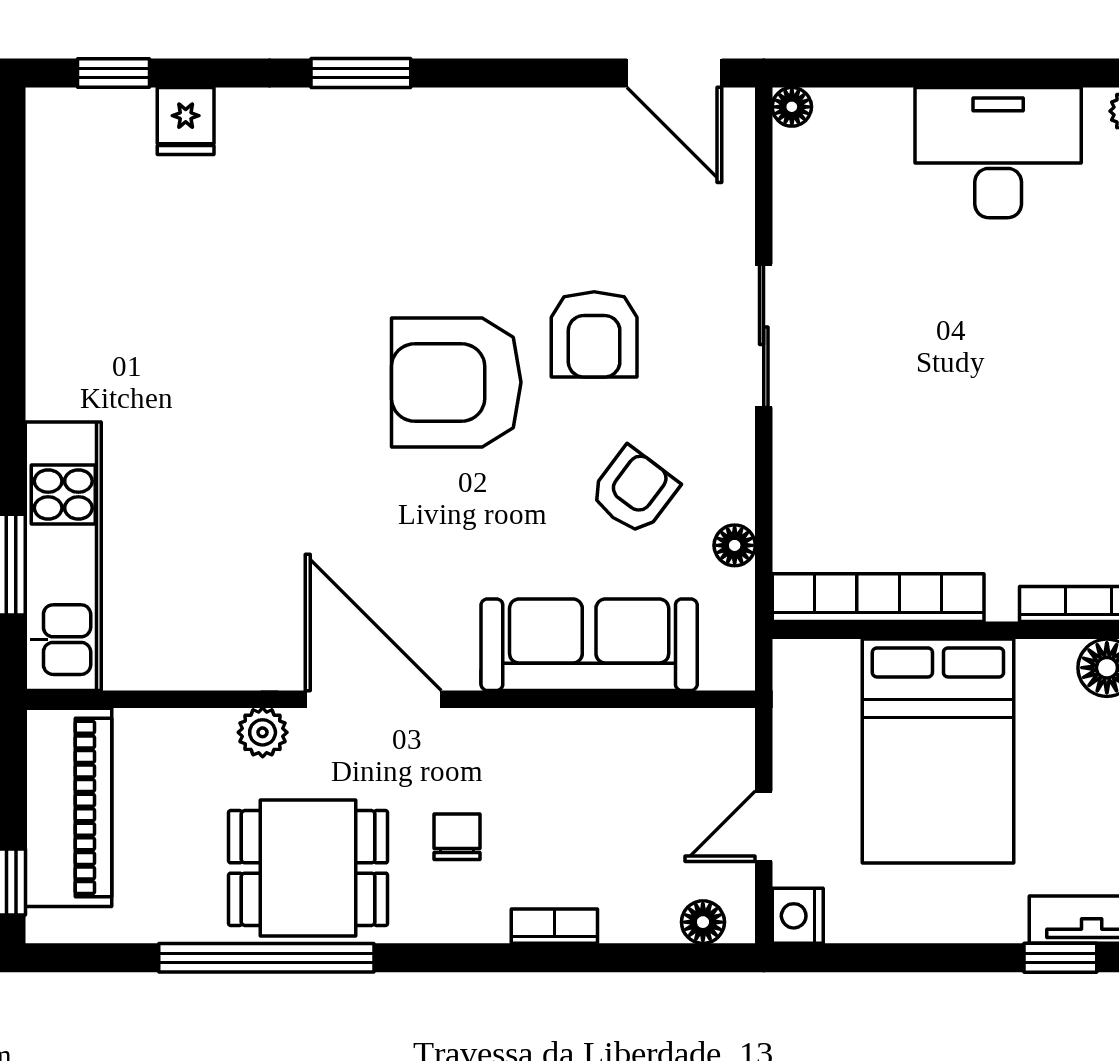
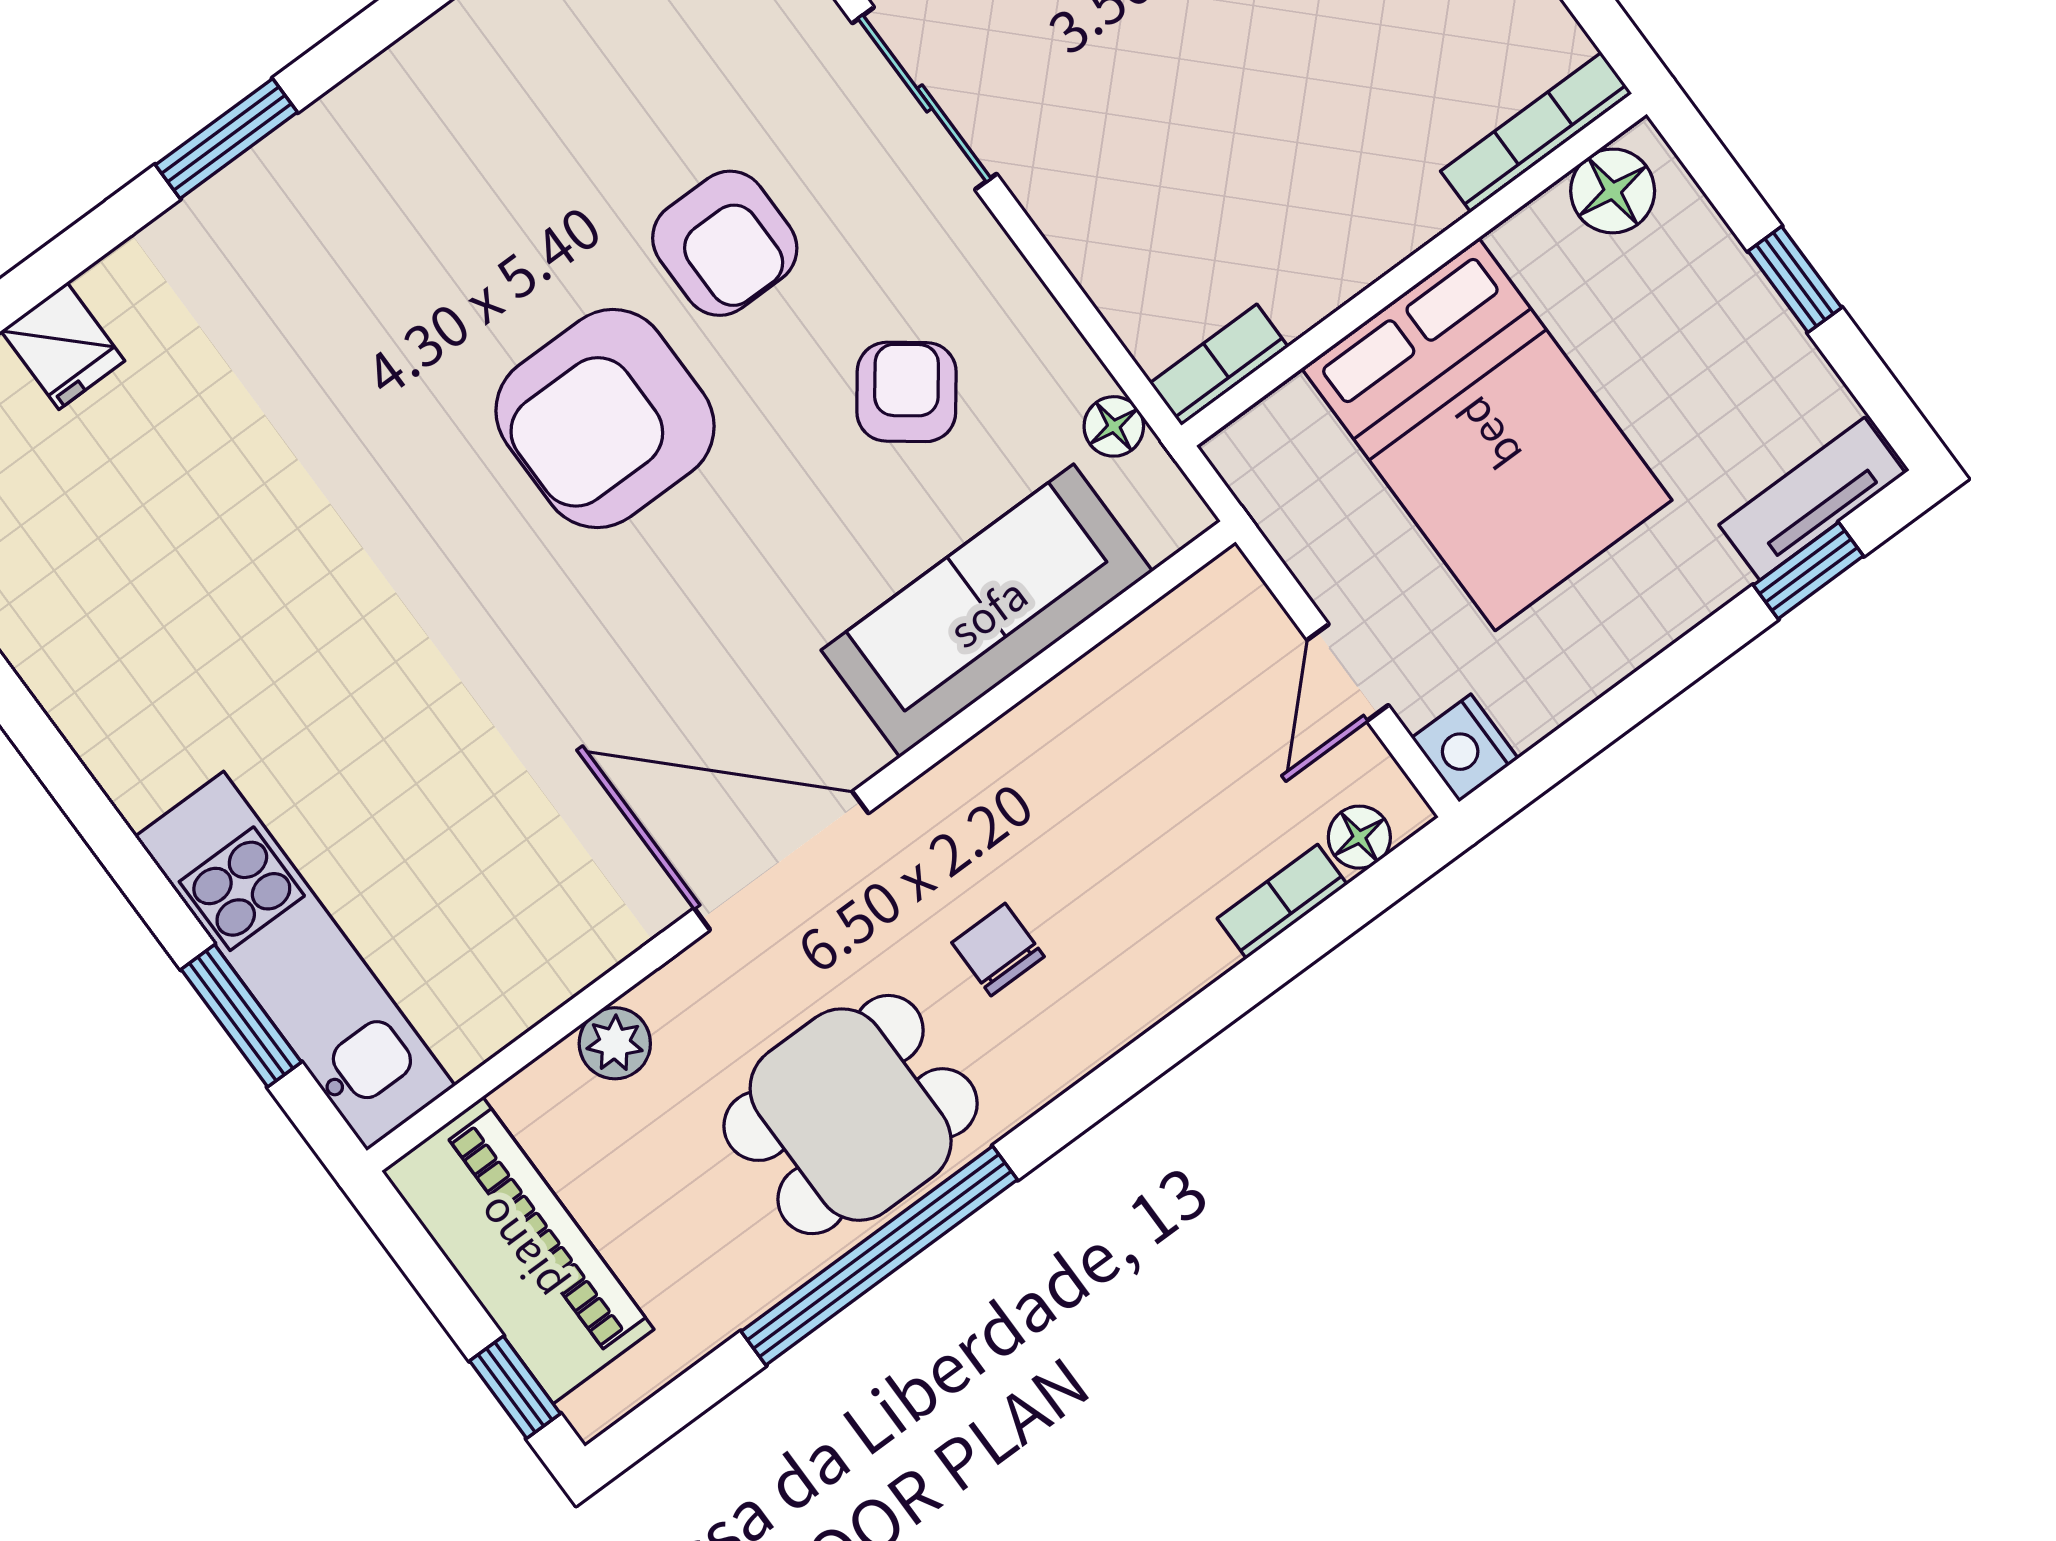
floor lamp: (735, 545) -> (1114, 426), moved
bookcase: (878, 598) -> (1219, 365), width x0.43, depth x0.76
plant: (263, 732) -> (615, 1043), moved
bookcase: (554, 926) -> (1282, 901), moved

